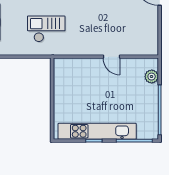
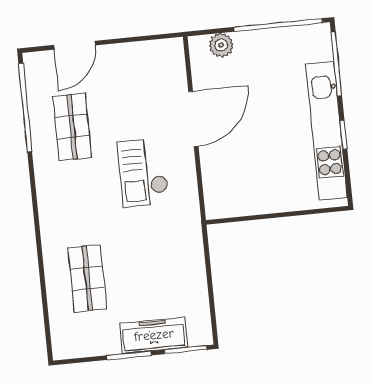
checkout: (46, 29) -> (143, 173), moved
door: (111, 57) -> (193, 119), width x1.87

